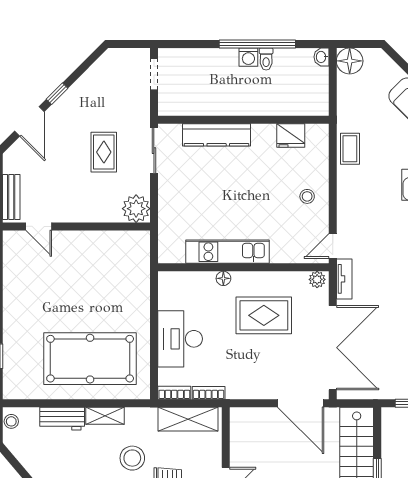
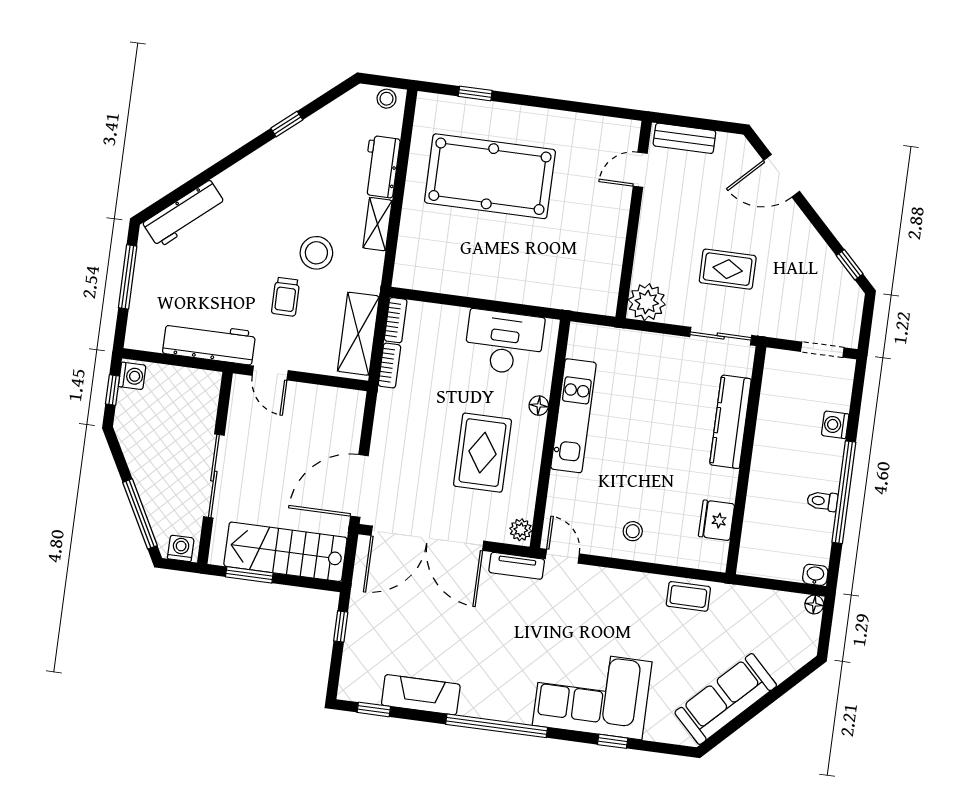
washing machine: (248, 57) -> (835, 425), moved
floor lamp: (350, 61) -> (814, 605), width x0.53, depth x0.53
window: (57, 94) -> (850, 265), moved
desk: (180, 339) -> (504, 342), moved
pool table: (90, 359) -> (490, 176), moved, turned 90

